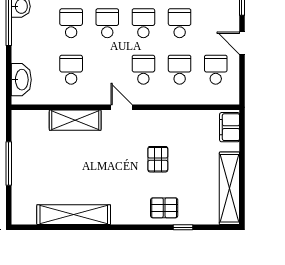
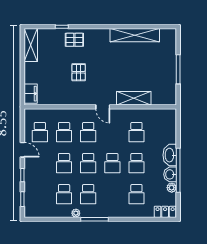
washbasin: (21, 80) -> (170, 155), moved
shelving: (229, 188) -> (31, 45), width x0.68

